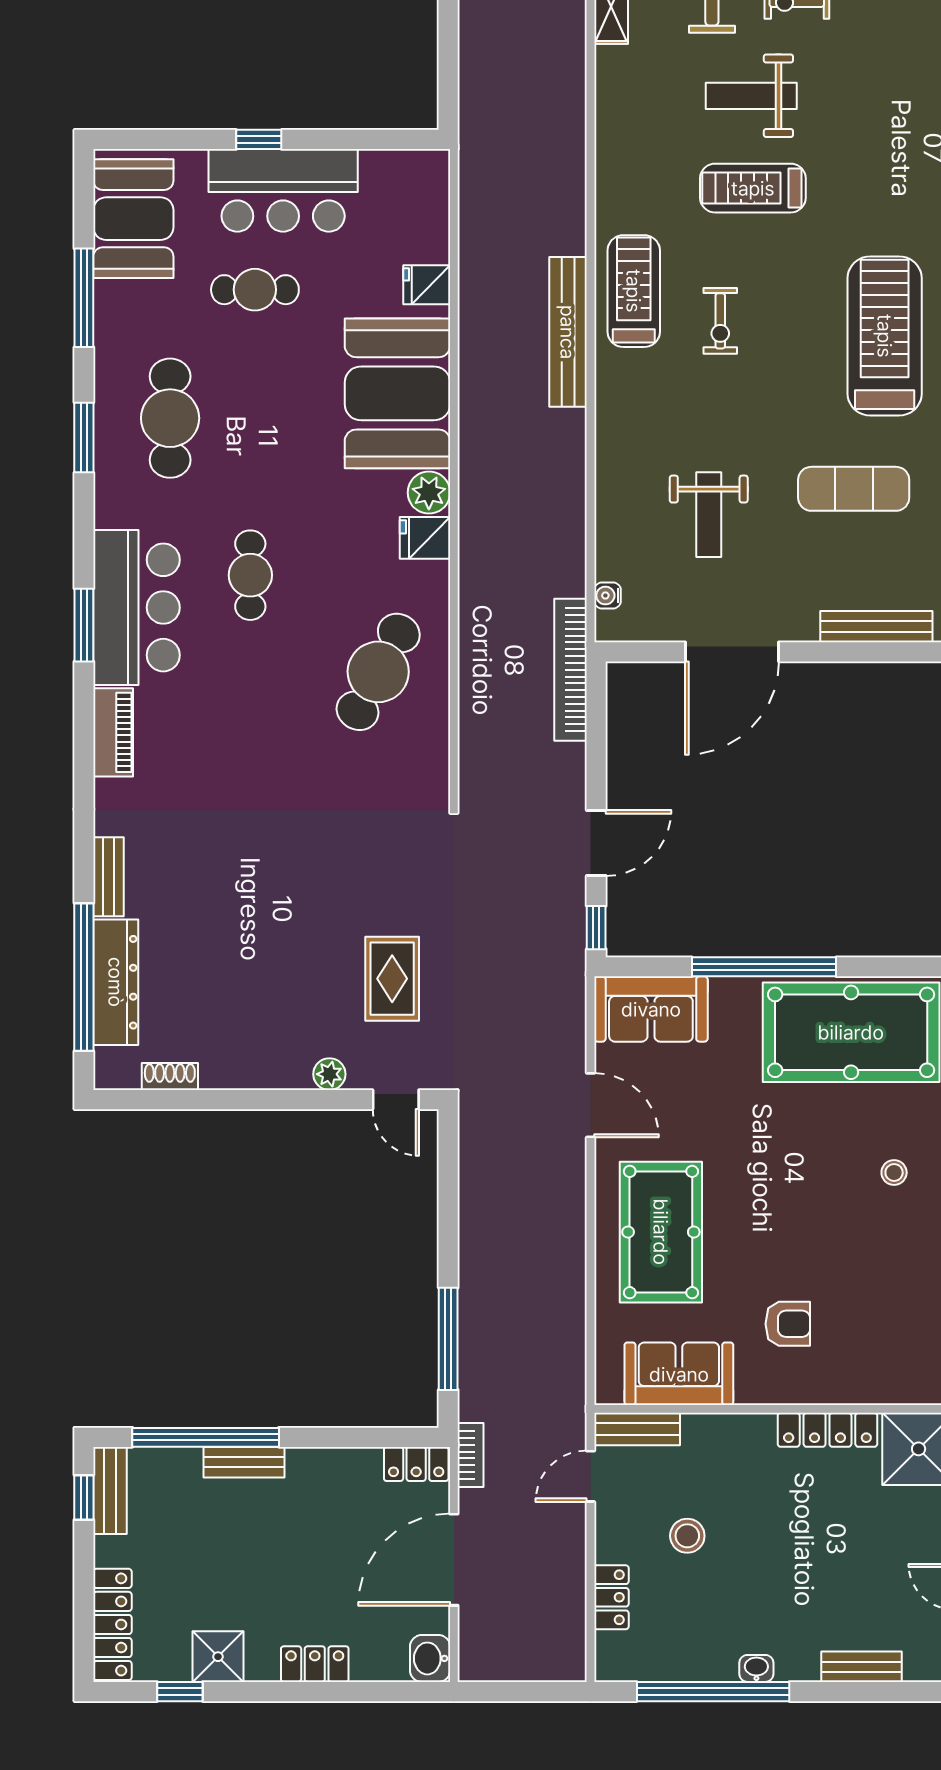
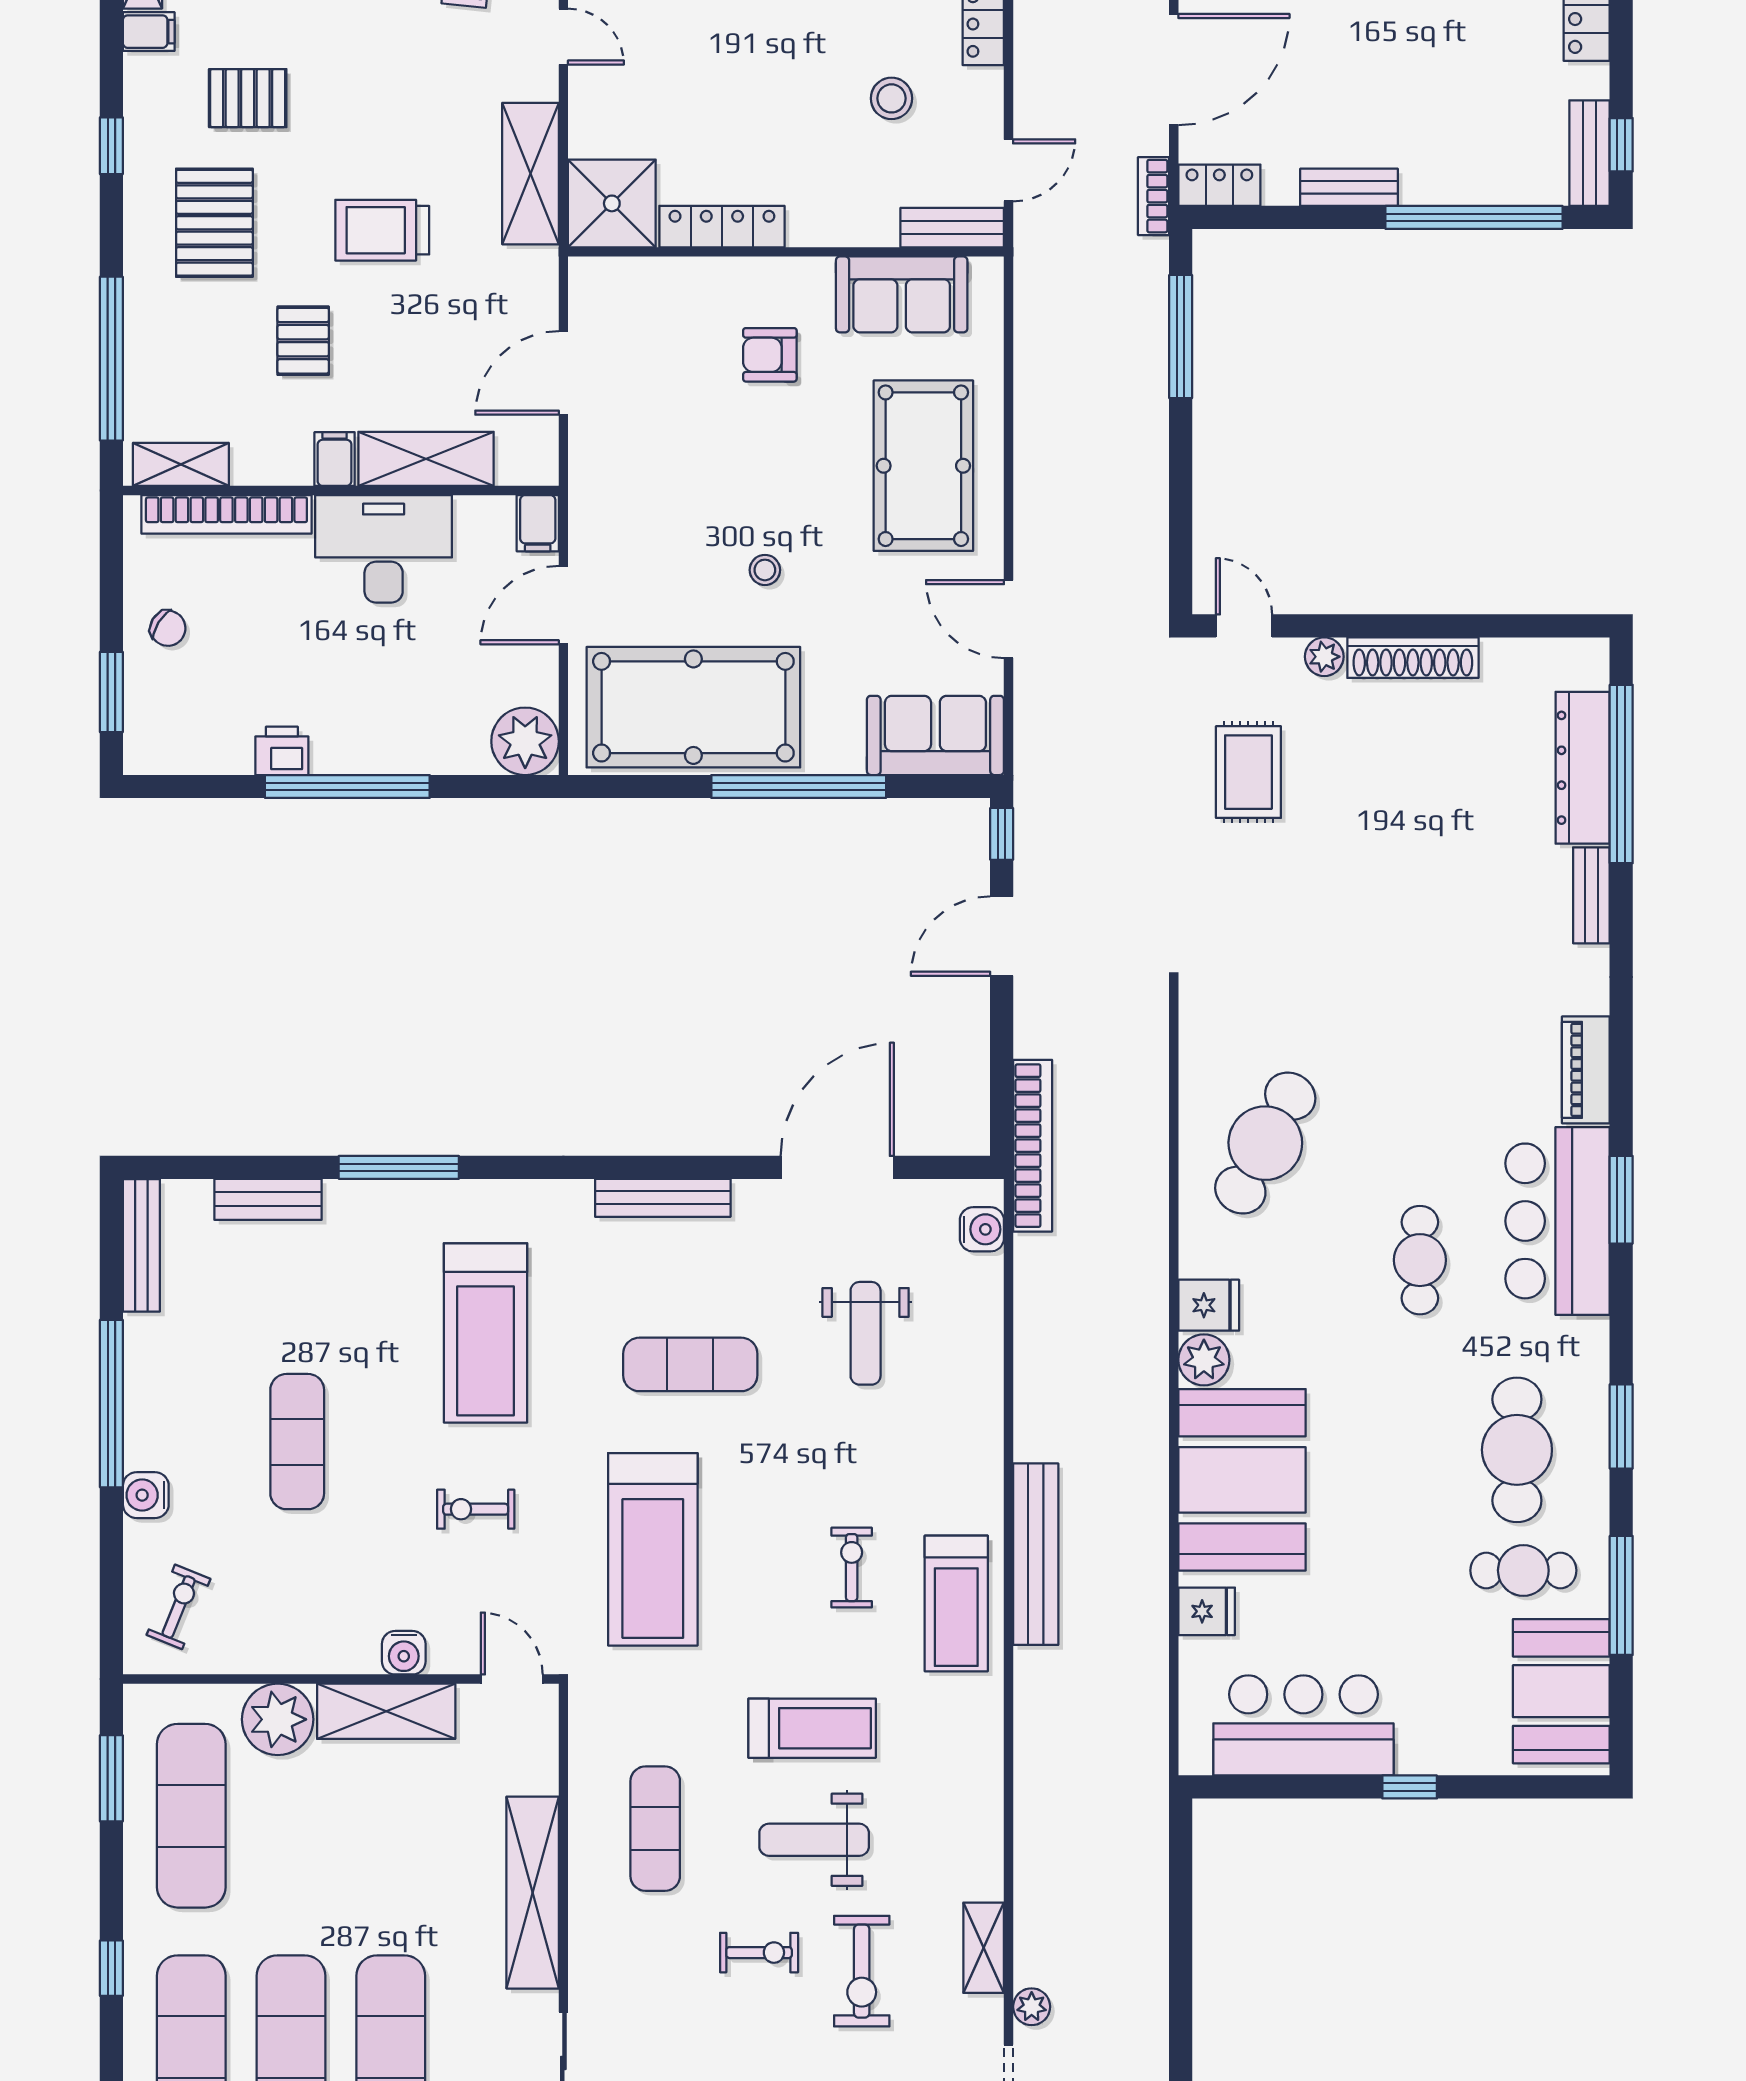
weight bench: (751, 96) -> (814, 1840), turned 180
exercise mat: (883, 105) -> (655, 1829), added
bar counter: (283, 190) -> (1303, 1725), moved
cafe table: (255, 290) -> (1523, 1570), moved
weight bench: (709, 515) -> (866, 1333), turned 180
water cooler: (607, 596) -> (982, 1229), width x1.38, depth x1.38
shoe rack: (170, 1077) -> (1413, 658), moved, width x1.94, depth x1.24
stool: (894, 1173) -> (765, 570), moved
bench: (244, 1462) -> (1349, 187), moved

